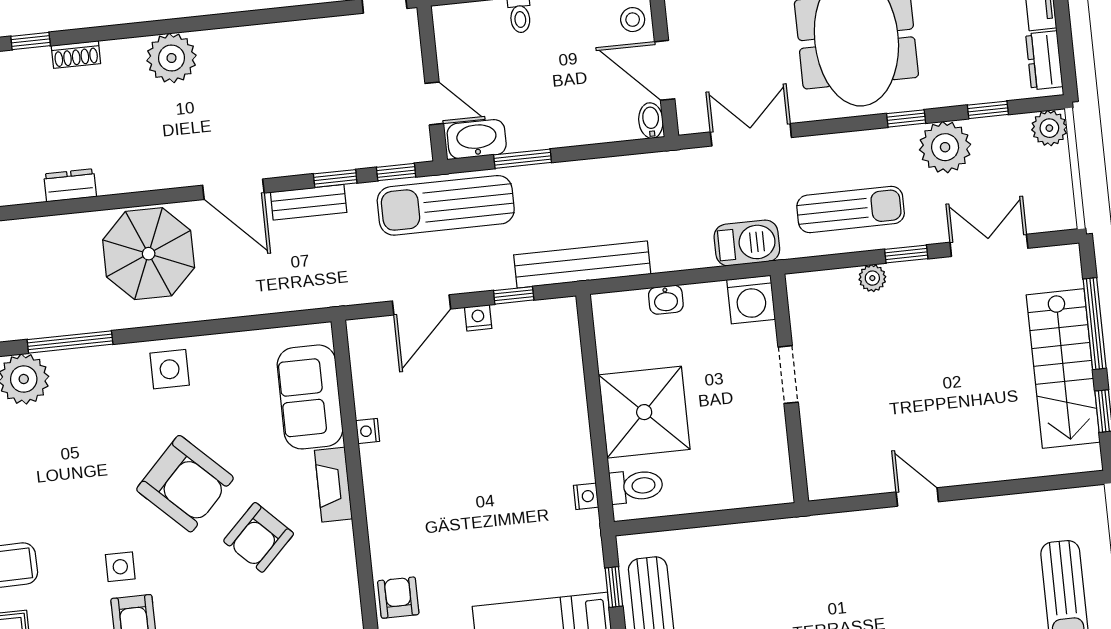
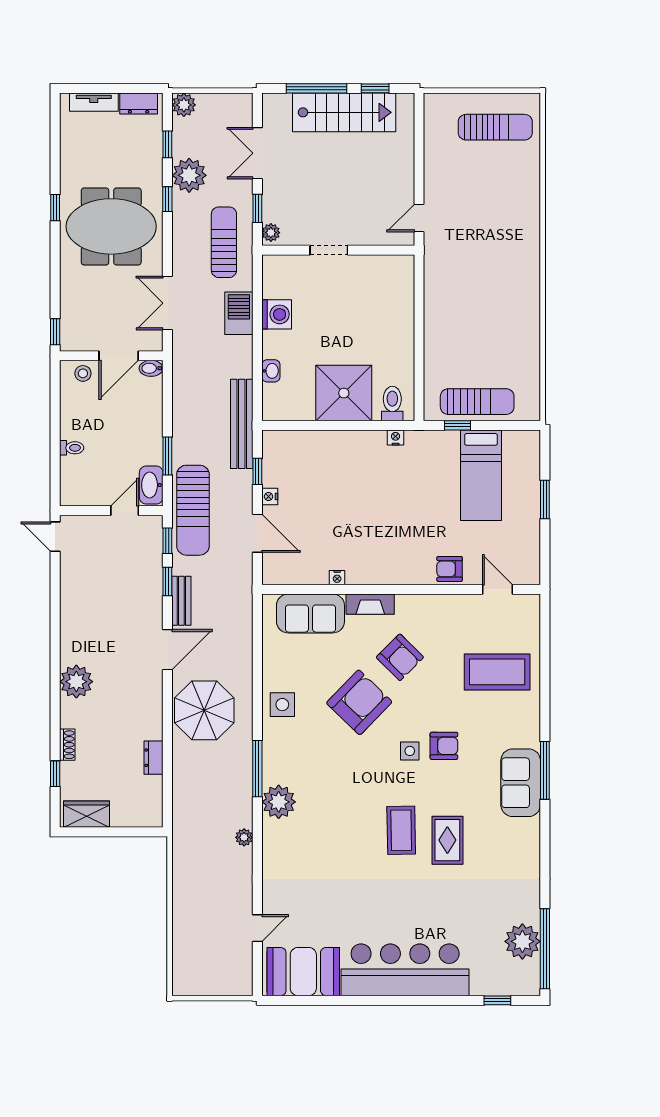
doorway: (788, 375) -> (329, 250), moved
wall: (790, 388) -> (338, 250), moved

